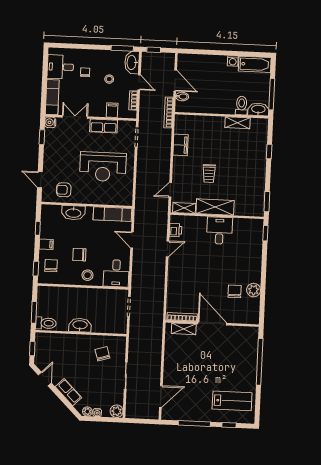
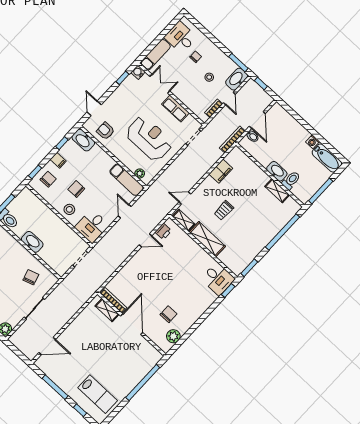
washbasin: (258, 109) -> (277, 171), moved
filing cabinet: (112, 110) -> (192, 102), removed
window: (269, 152) -> (283, 232), width x3.17
reception desk: (103, 167) -> (149, 138), turned 180
plant: (119, 200) -> (140, 173), added
washbasin: (73, 213) -> (83, 140), moved
desk: (219, 231) -> (218, 279), moved, turned 90
plant: (254, 290) -> (173, 336), moved

